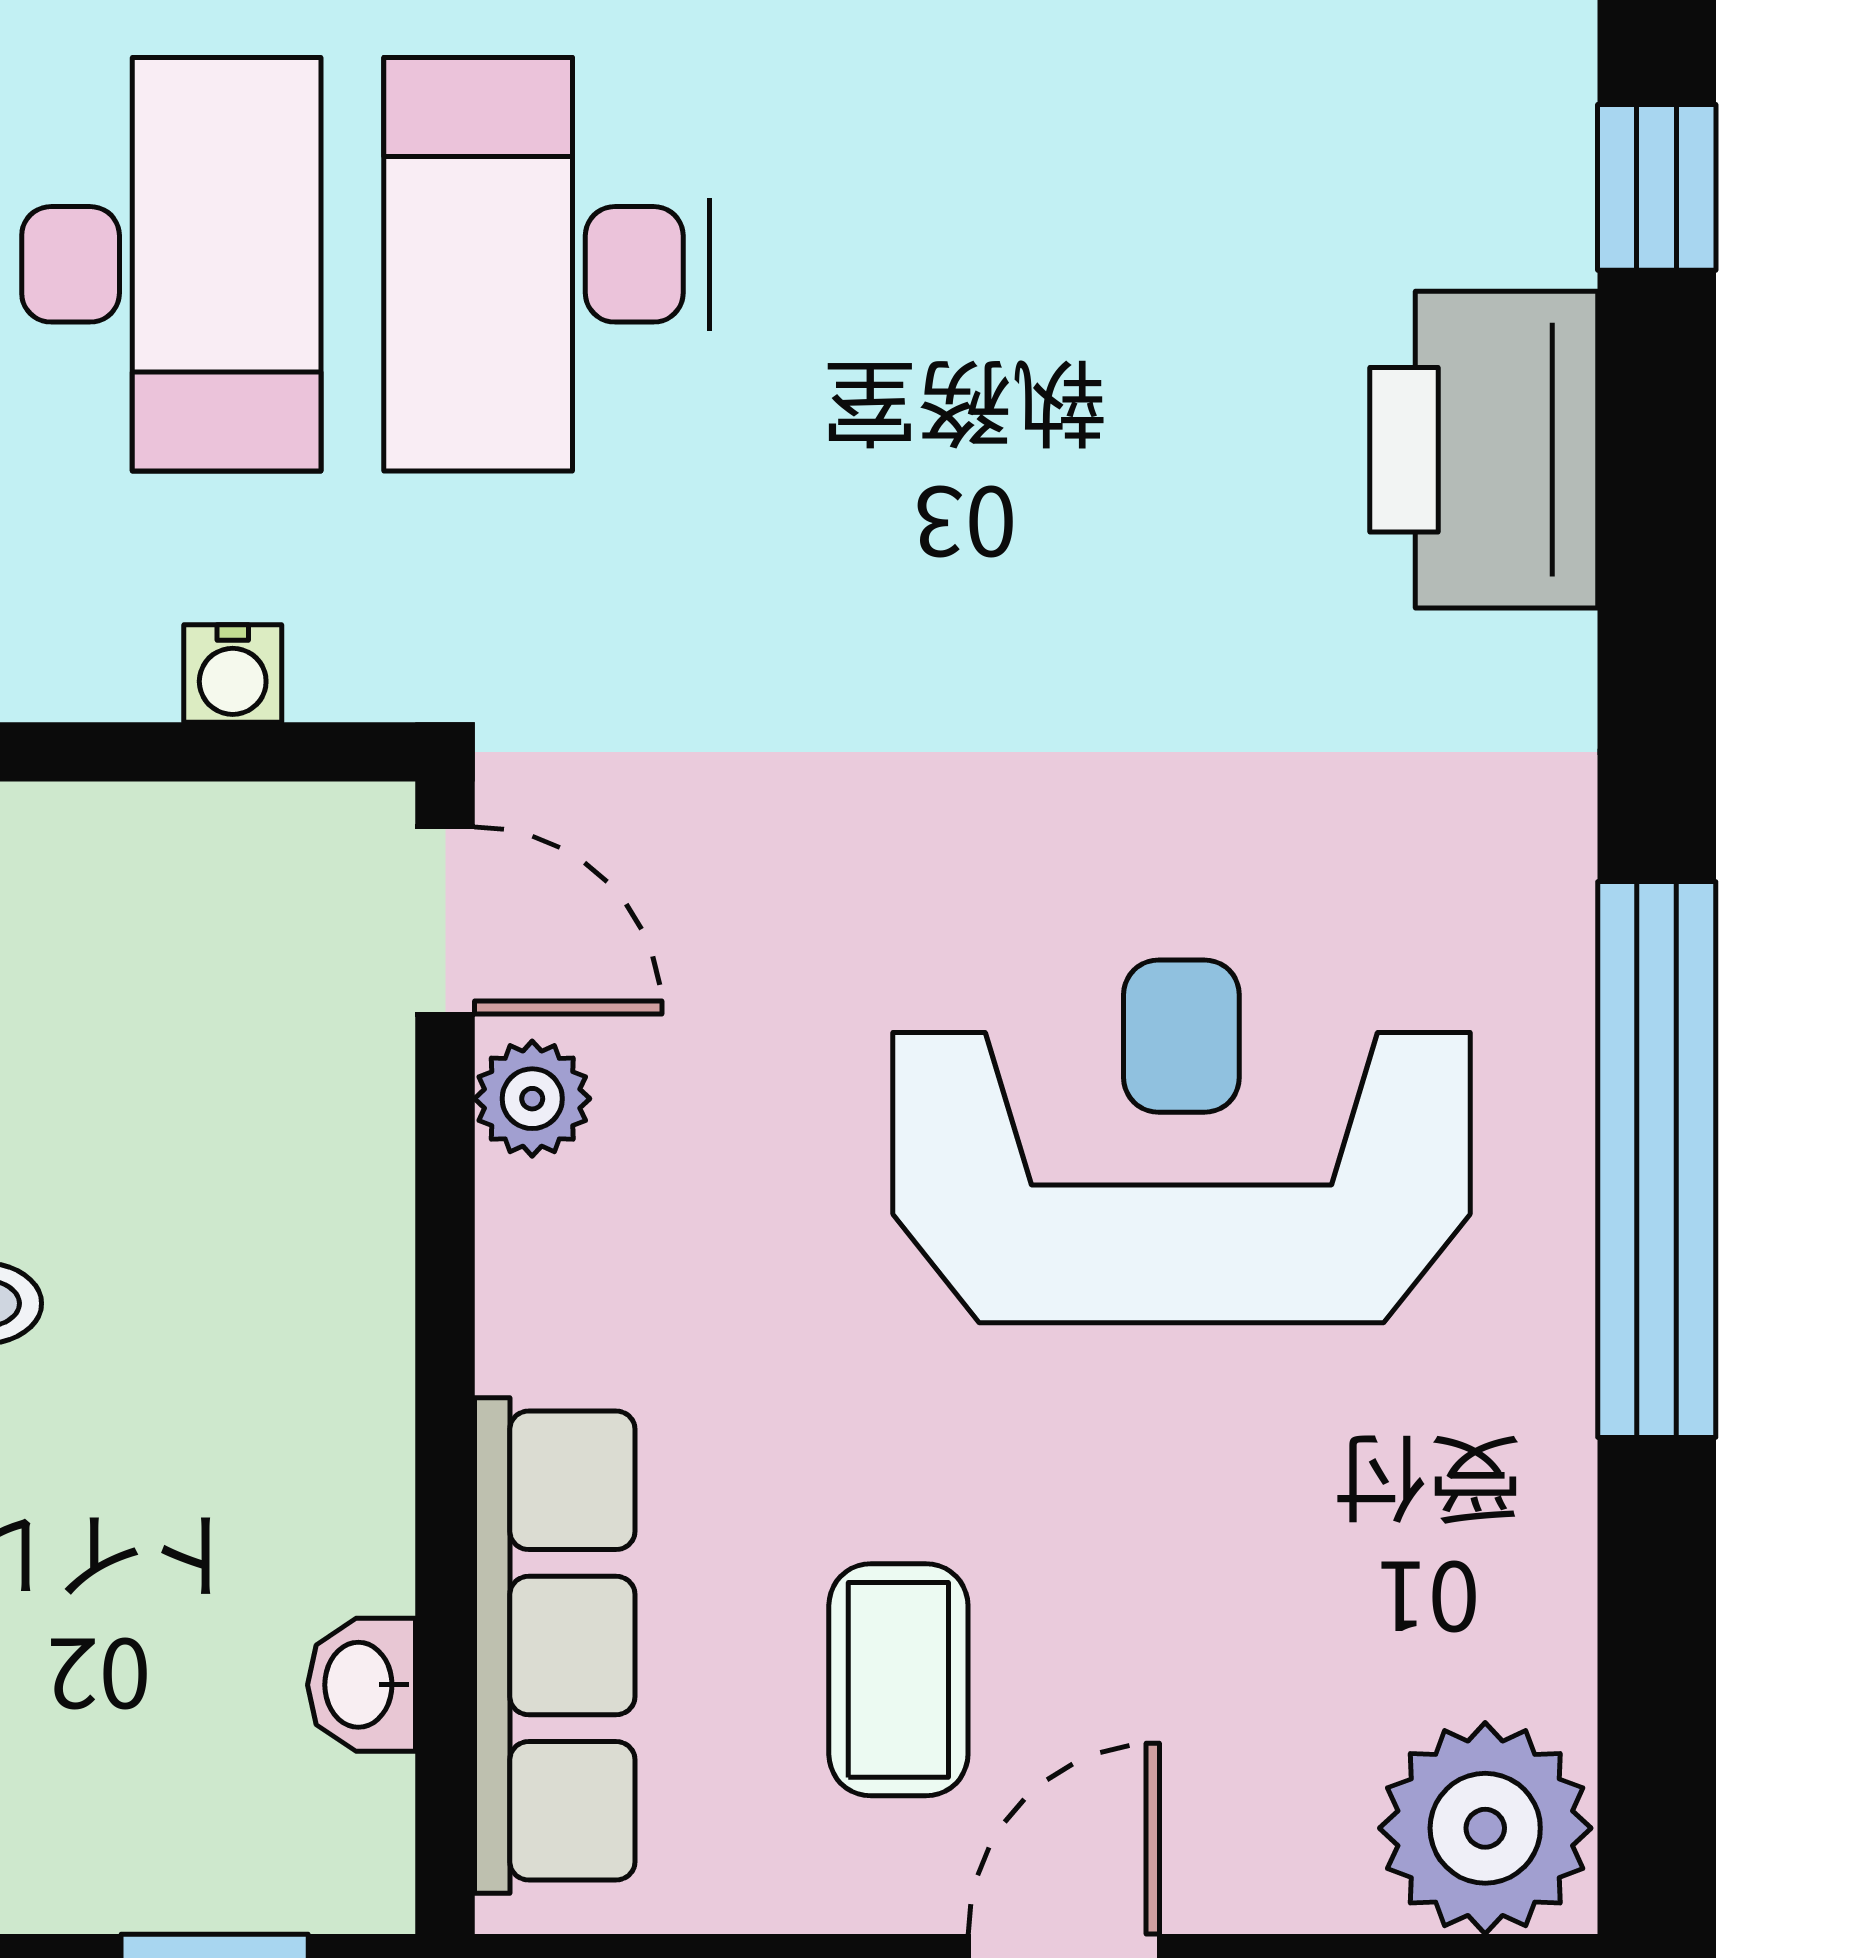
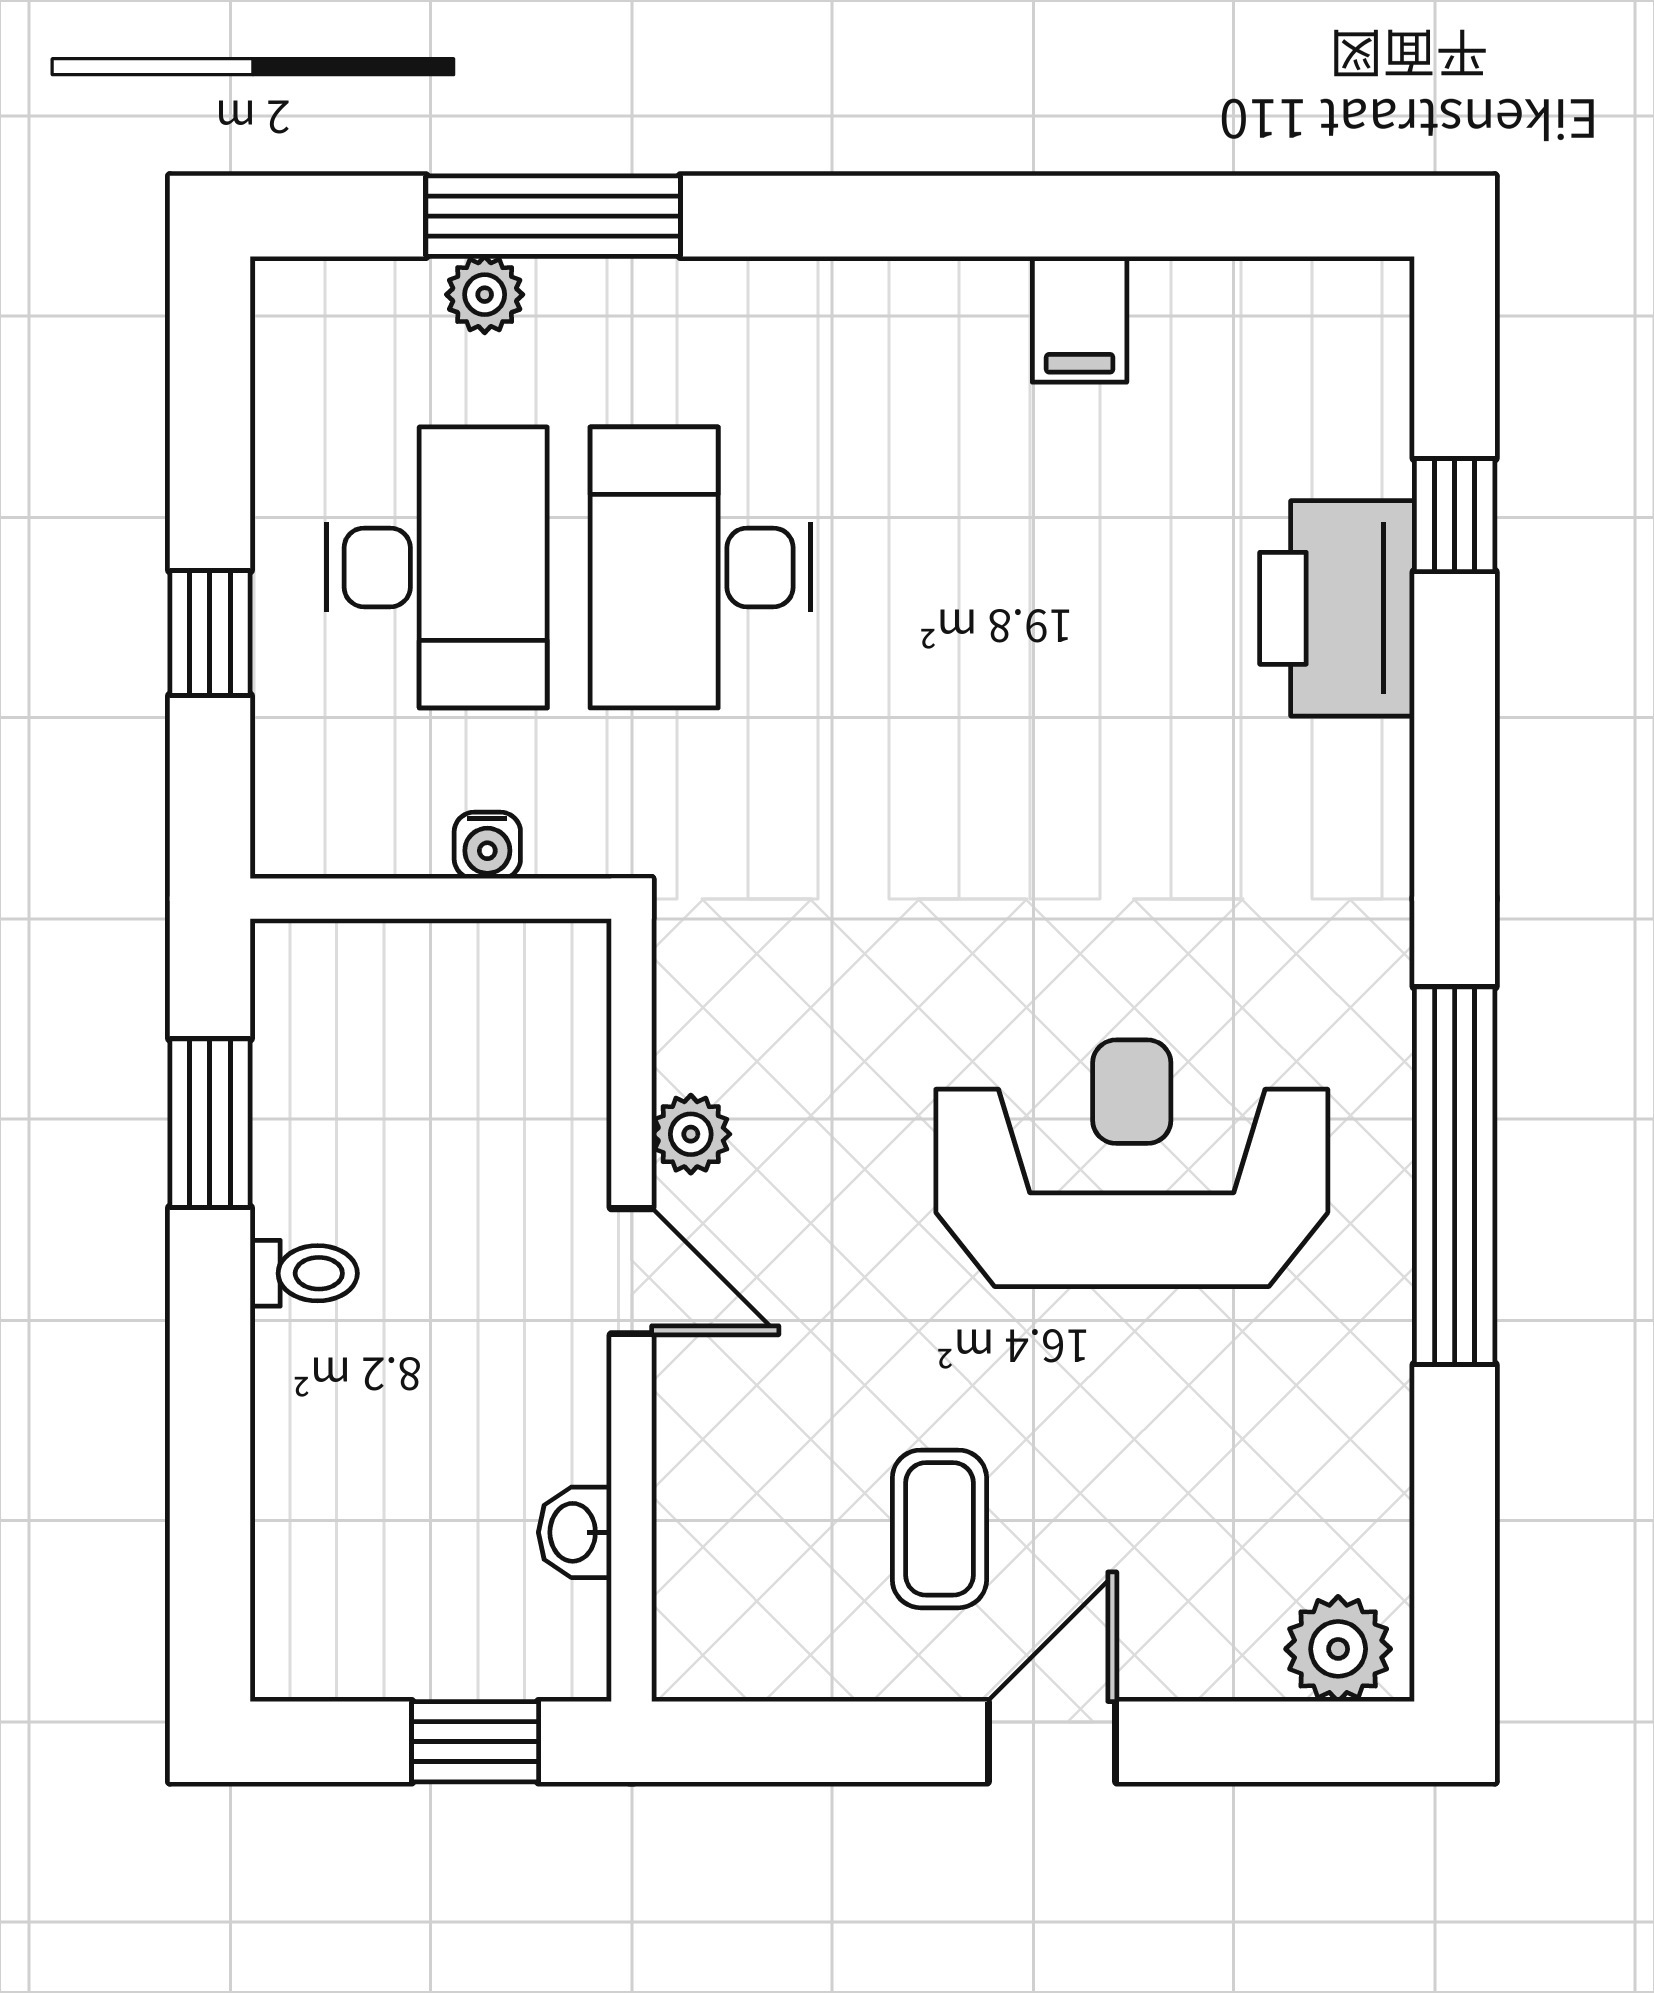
printer: (1484, 450) -> (1337, 608), moved
door: (445, 920) -> (632, 1271), moved
row of seats: (555, 1646) -> (706, 1506), removed
plant: (1485, 1828) -> (1338, 1649), width x0.73, depth x0.73

